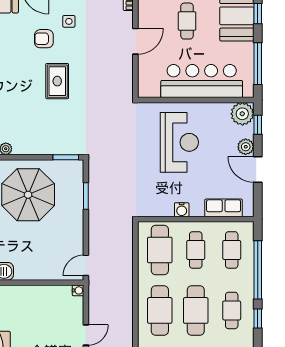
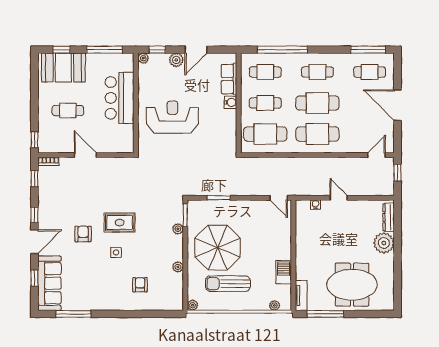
side table: (69, 21) -> (116, 252), moved
armchair: (44, 39) -> (83, 234), turned 180
bar counter: (202, 81) -> (120, 98), width x0.73
plant: (242, 114) -> (143, 58), width x0.53, depth x0.53
plant: (50, 149) -> (178, 229), added
water cooler: (182, 210) -> (231, 102), moved
water cooler: (78, 290) -> (316, 205), moved
window: (258, 318) -> (324, 50), removed

